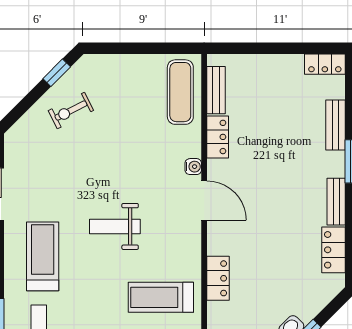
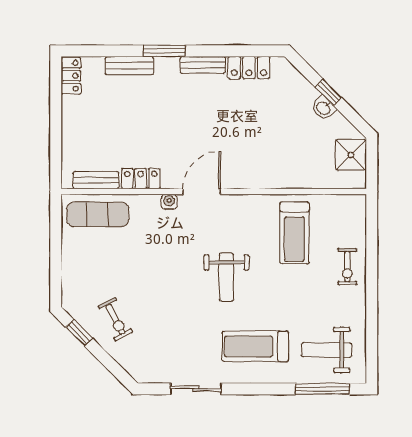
locker: (218, 278) -> (276, 178), removed

